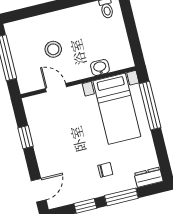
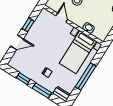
window: (150, 106) -> (86, 77), moved
door: (39, 190) -> (17, 42), moved

